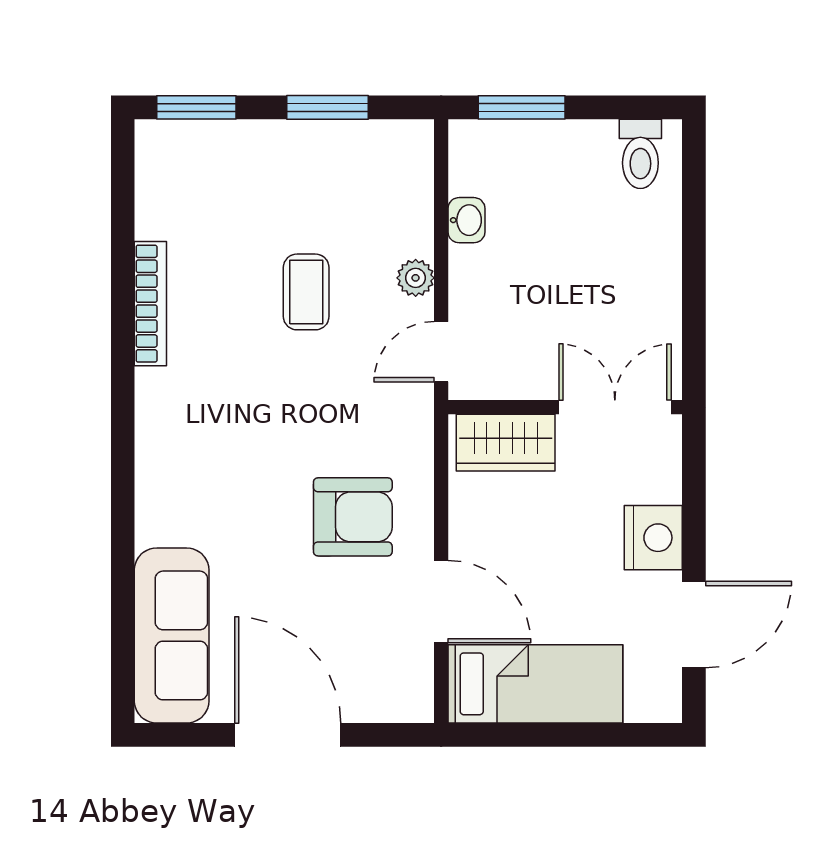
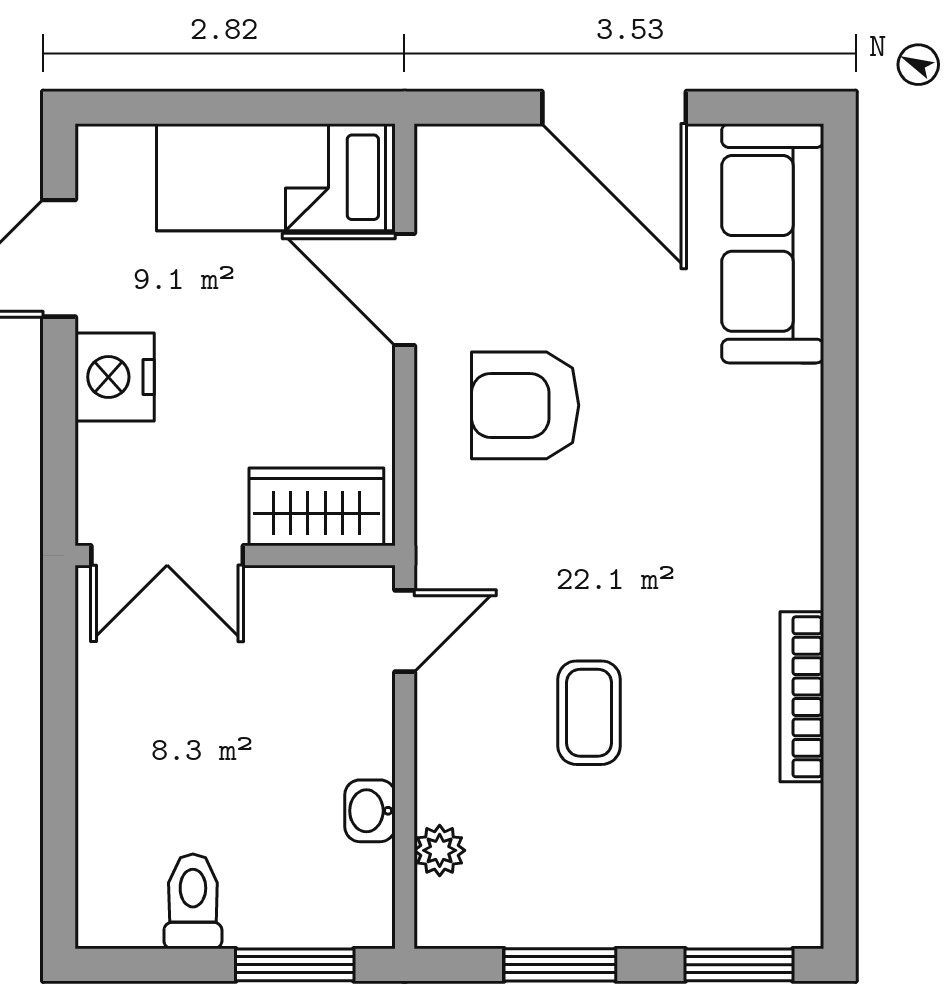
toilet: (640, 154) -> (193, 901), moved
plant: (416, 278) -> (440, 850), moved

